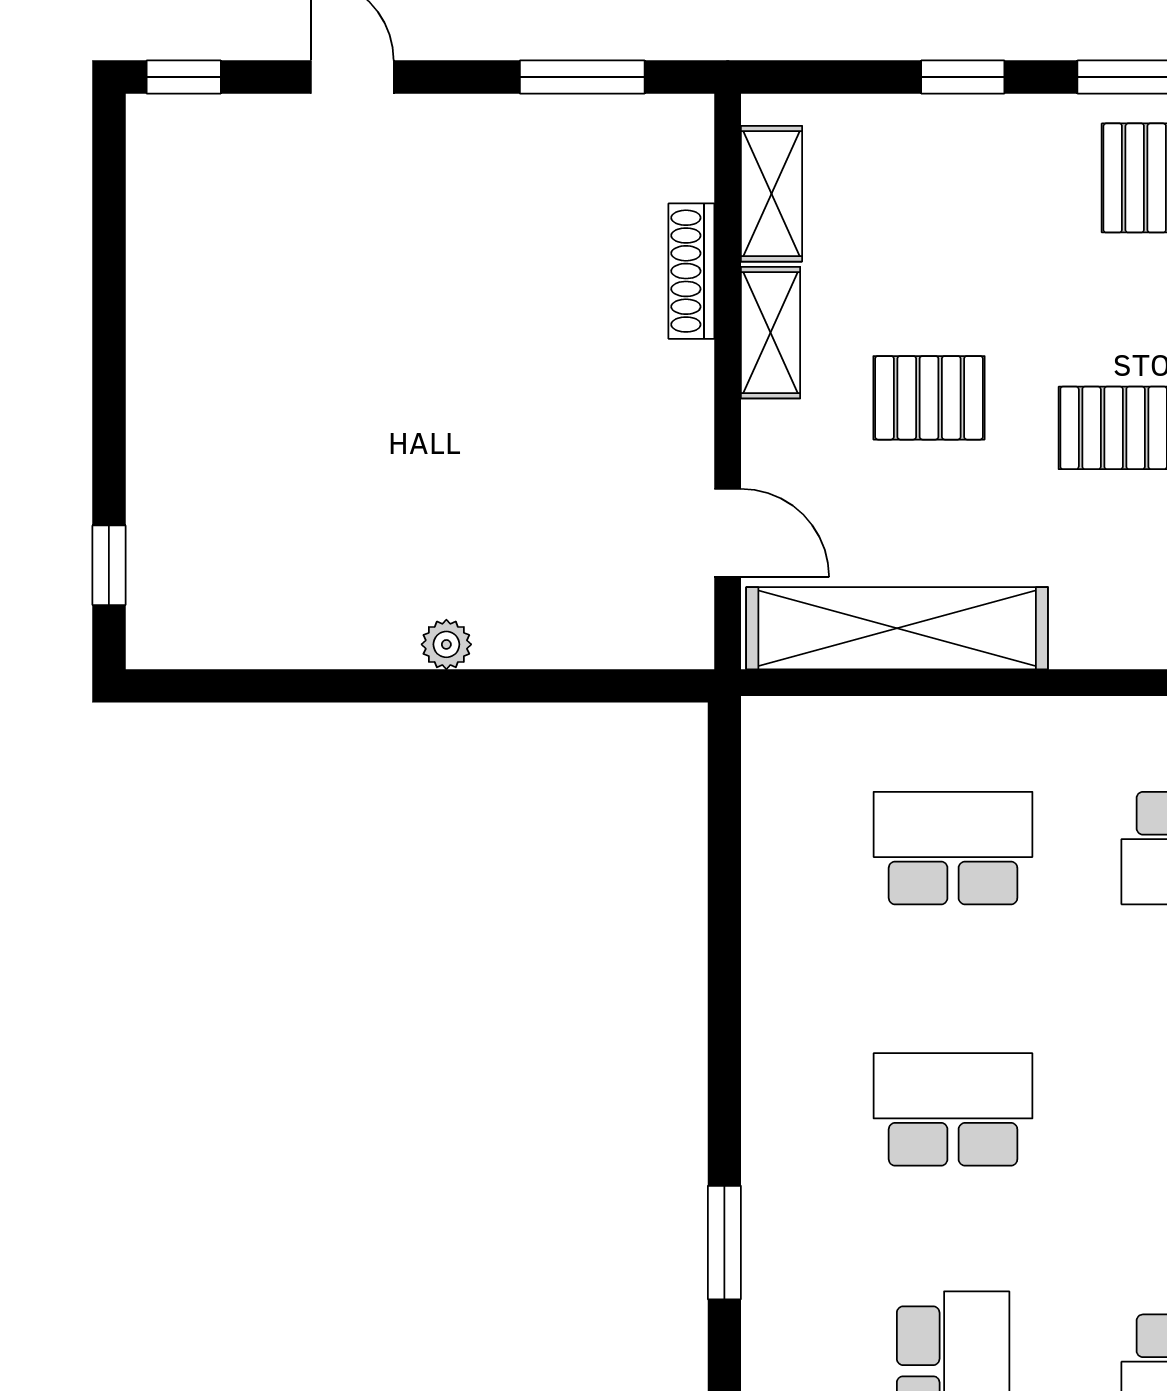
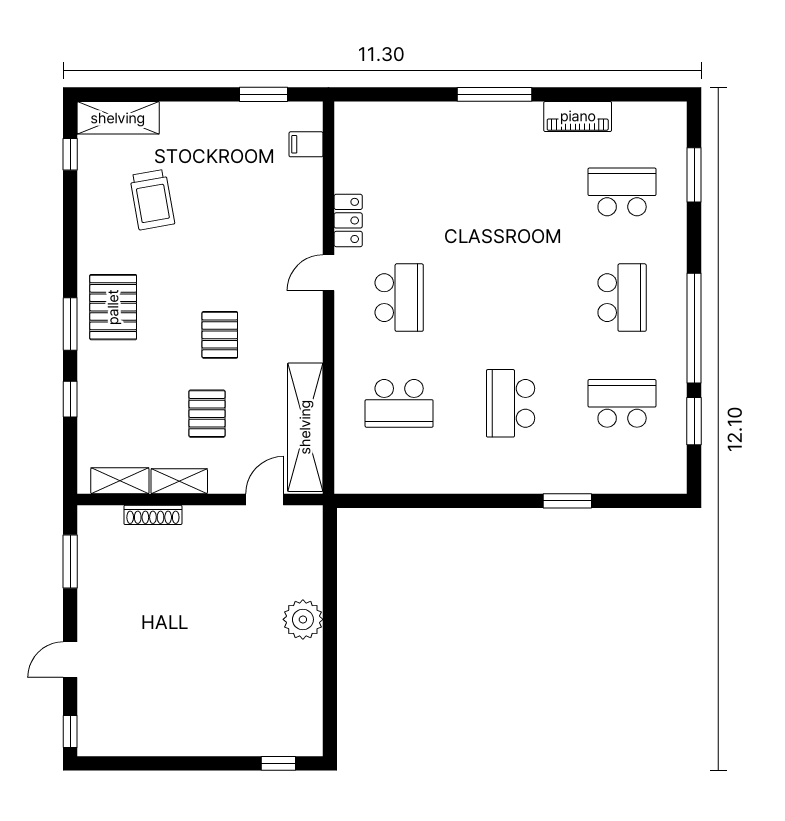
plant: (446, 644) -> (303, 619), width x1.87, depth x1.87
school desk: (953, 848) -> (399, 403), turned -90

